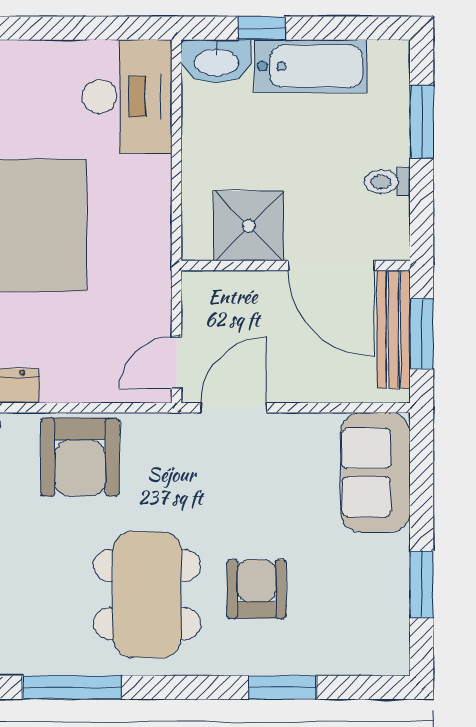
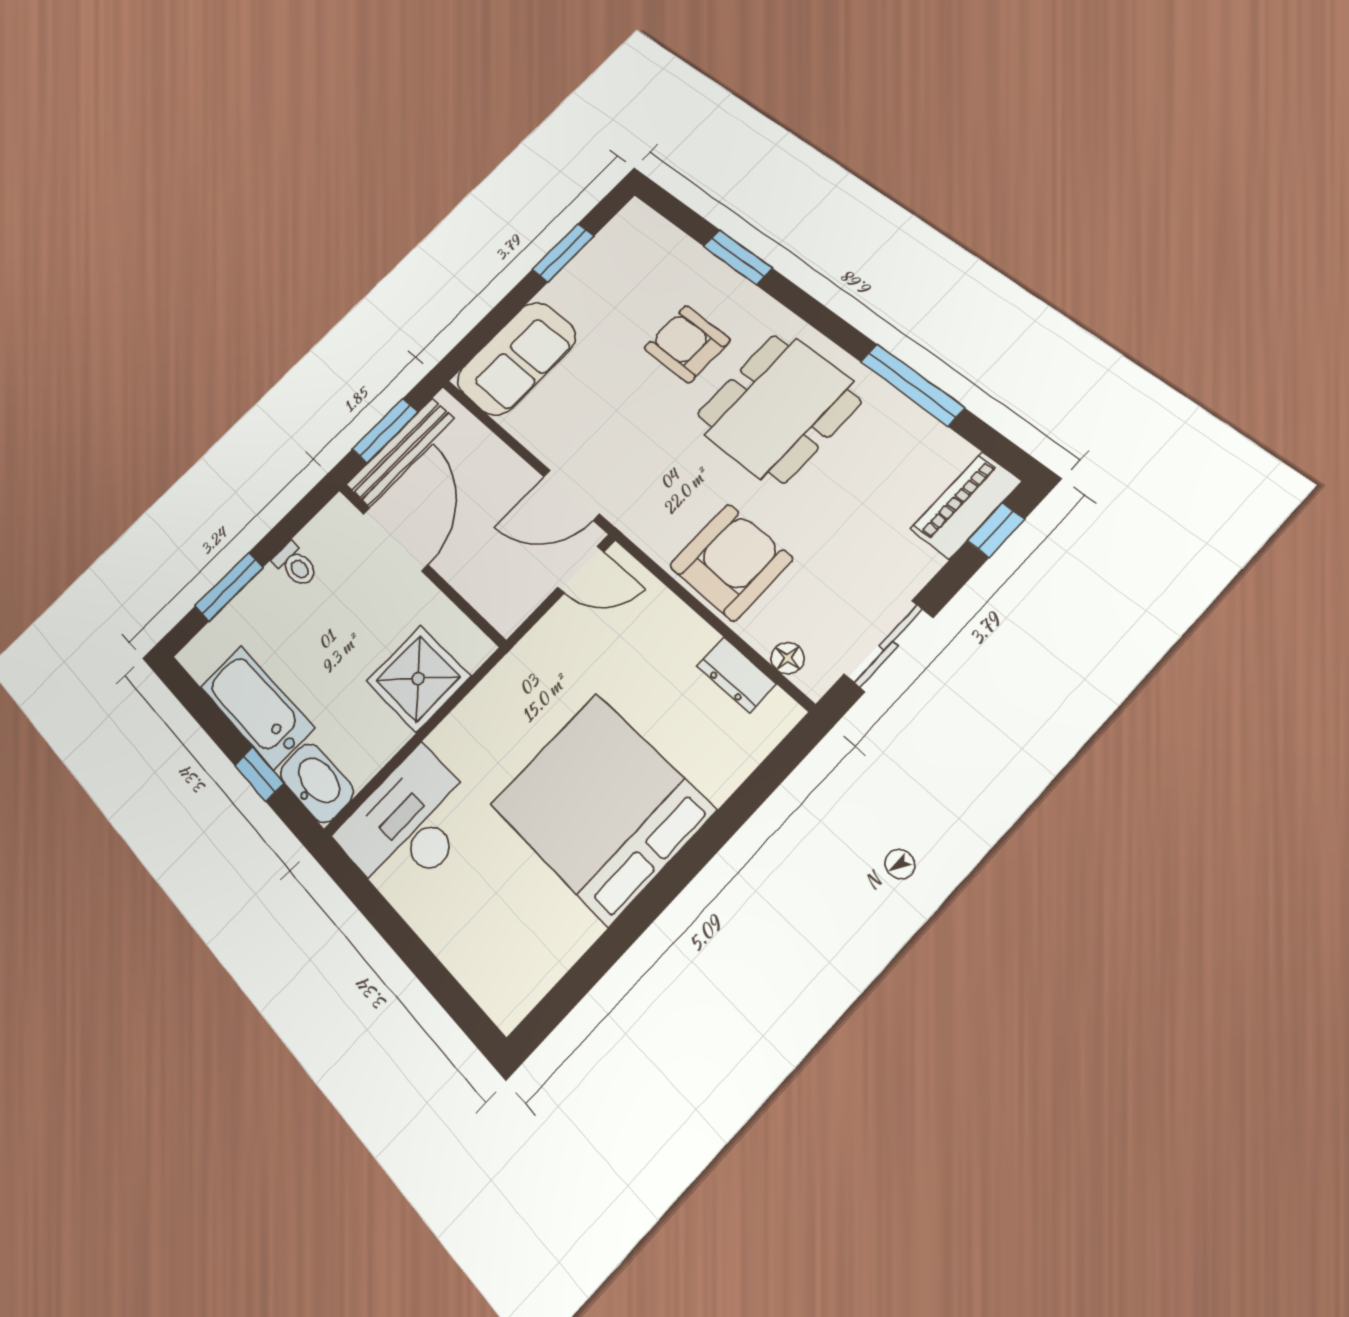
shower: (249, 226) -> (418, 679), moved
armchair: (257, 589) -> (687, 344), turned 90

